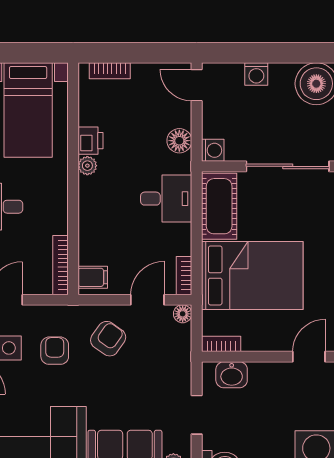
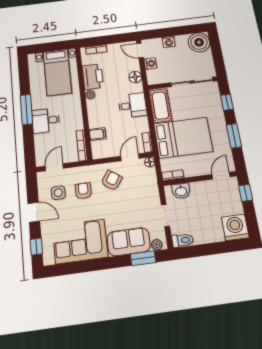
printer: (90, 141) -> (93, 77), width x1.87, depth x1.48
washing machine: (213, 150) -> (150, 64), moved
filing cabinet: (93, 277) -> (98, 134), moved

